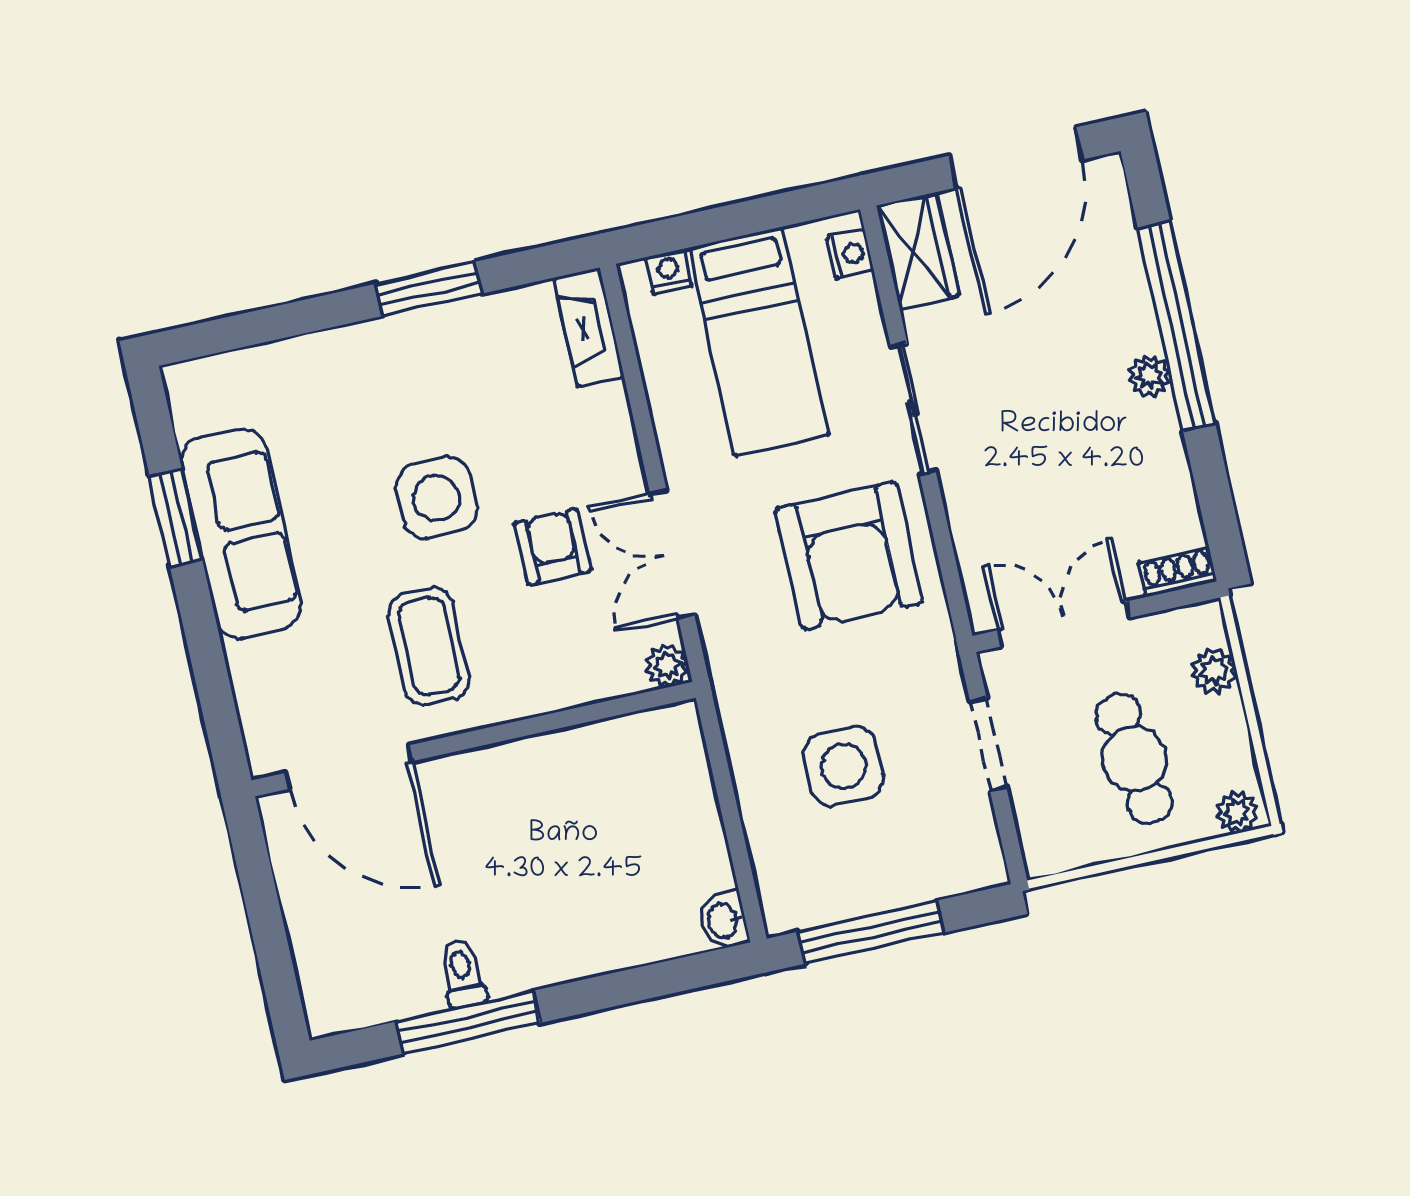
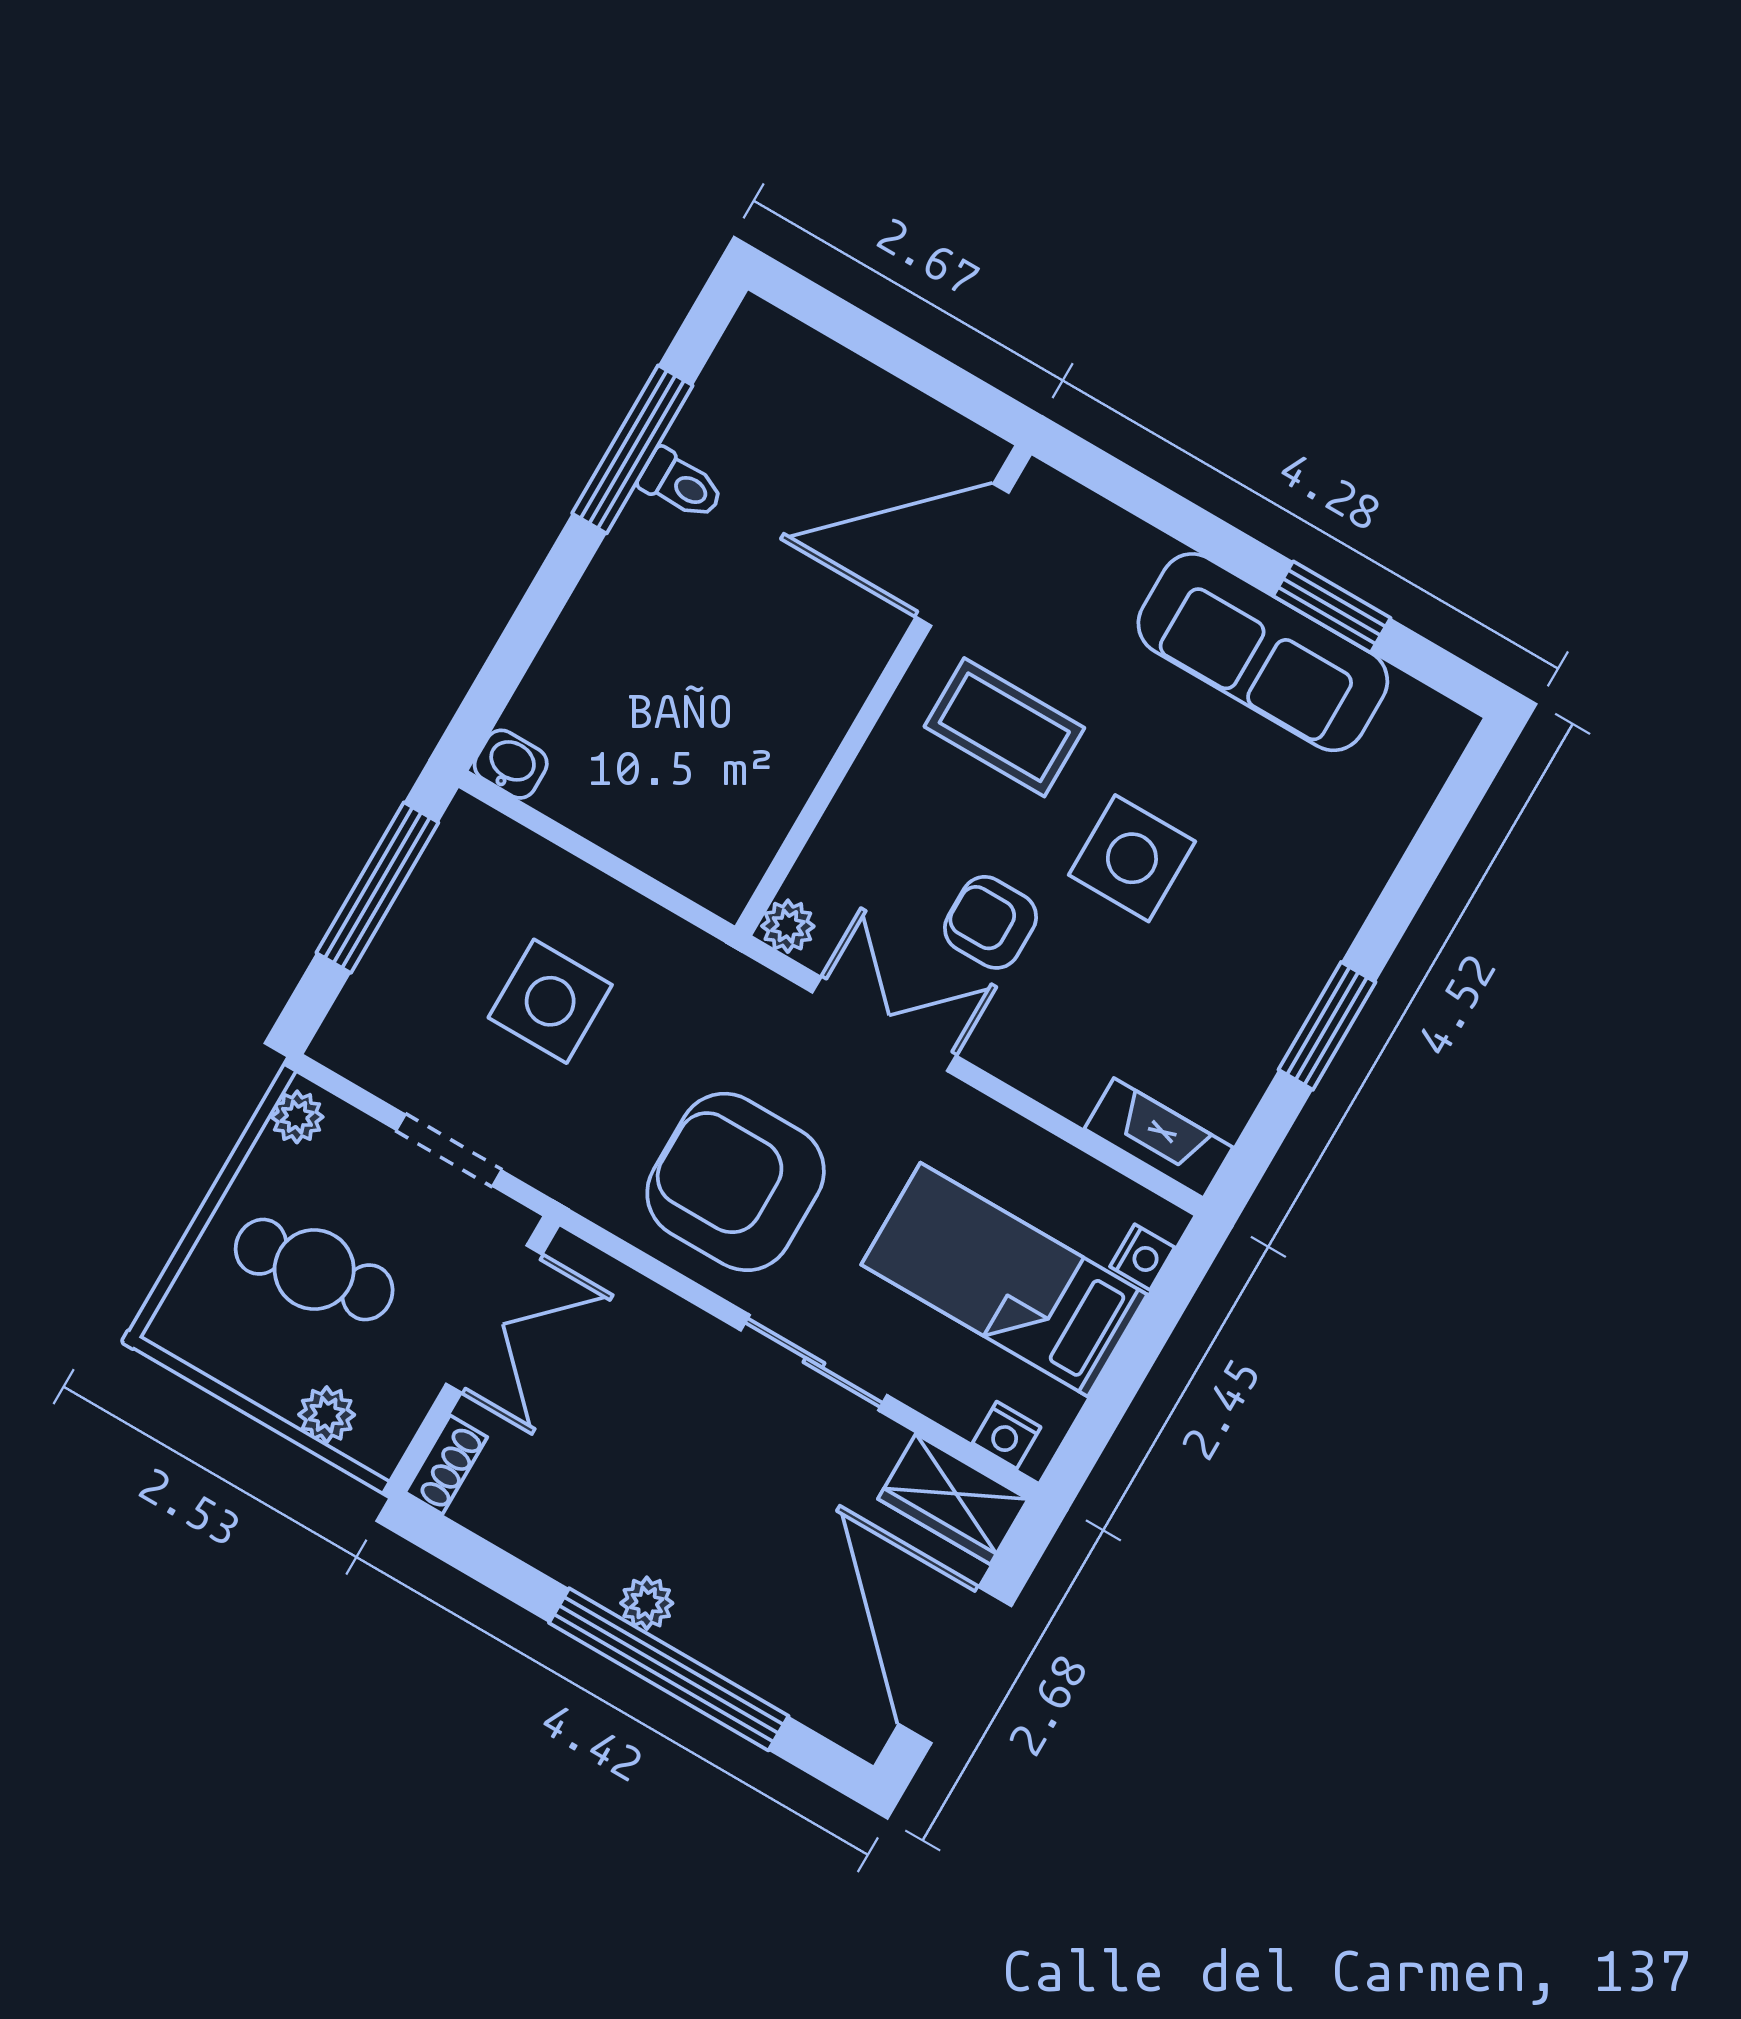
armchair: (553, 547) -> (991, 922), turned 180
plant: (1237, 812) -> (297, 1117), moved

